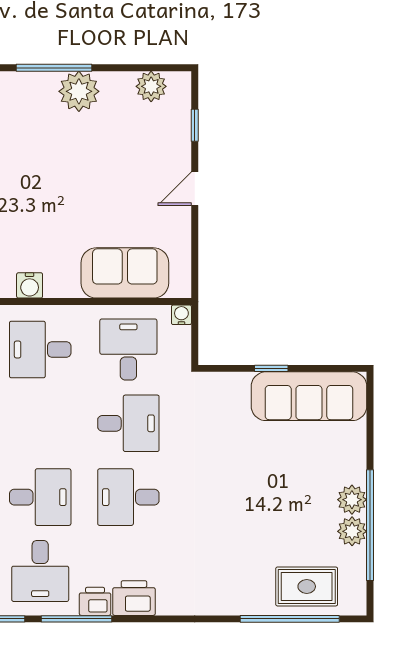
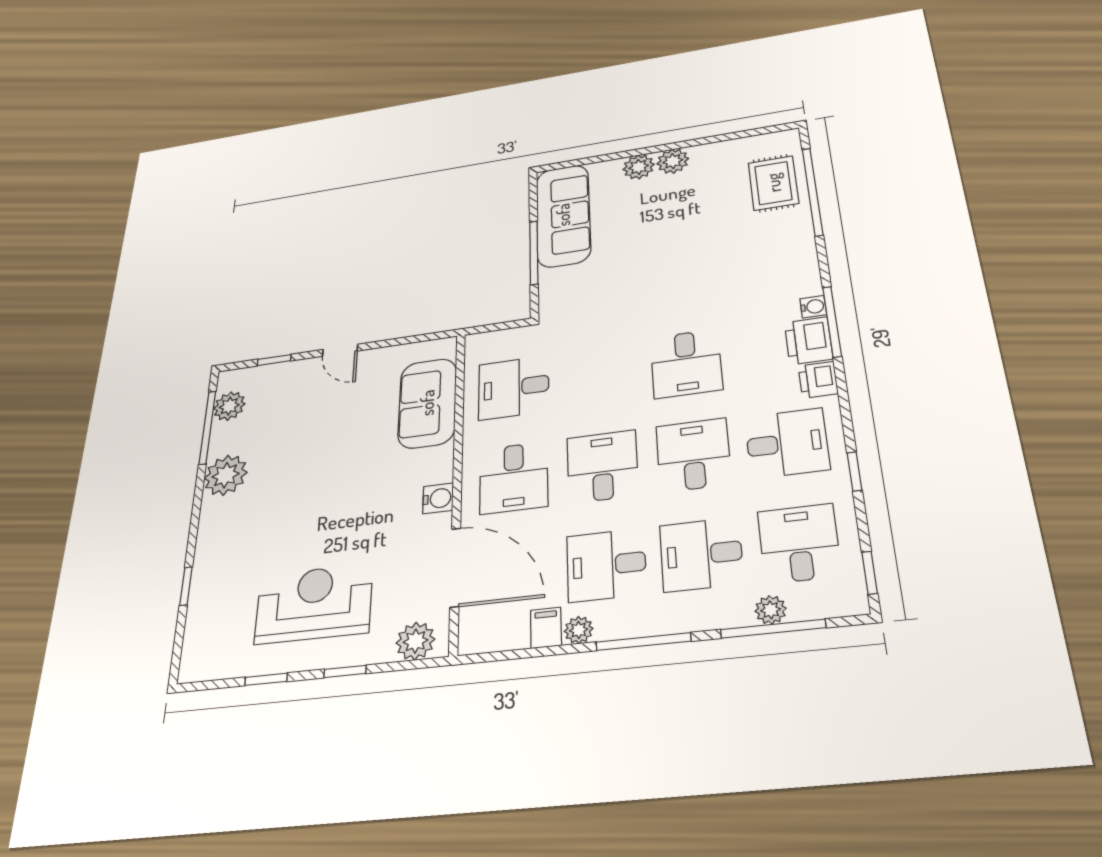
window: (54, 68) -> (207, 427), moved
water cooler: (181, 315) -> (813, 307), moved, turned 180
window: (271, 368) -> (534, 253), width x2.17
desk: (128, 423) -> (602, 466), moved
window: (370, 525) -> (699, 142), removed
plant: (352, 531) -> (639, 167), moved
window: (77, 619) -> (832, 322), moved

